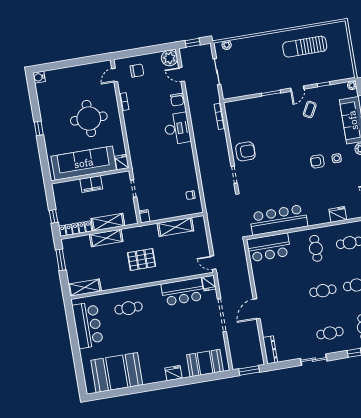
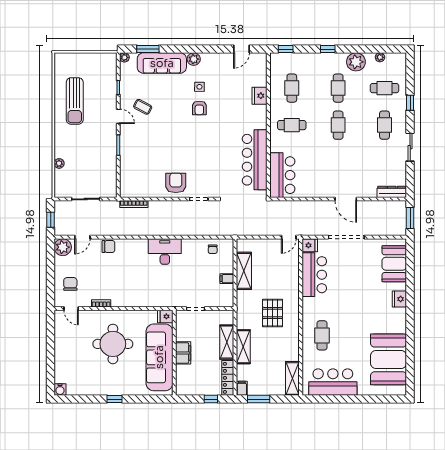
plant: (227, 45) -> (59, 163), moved
desk: (177, 128) -> (165, 251), moved
filing cabinet: (144, 216) -> (227, 279), moved
filing cabinet: (68, 243) -> (242, 388), added

